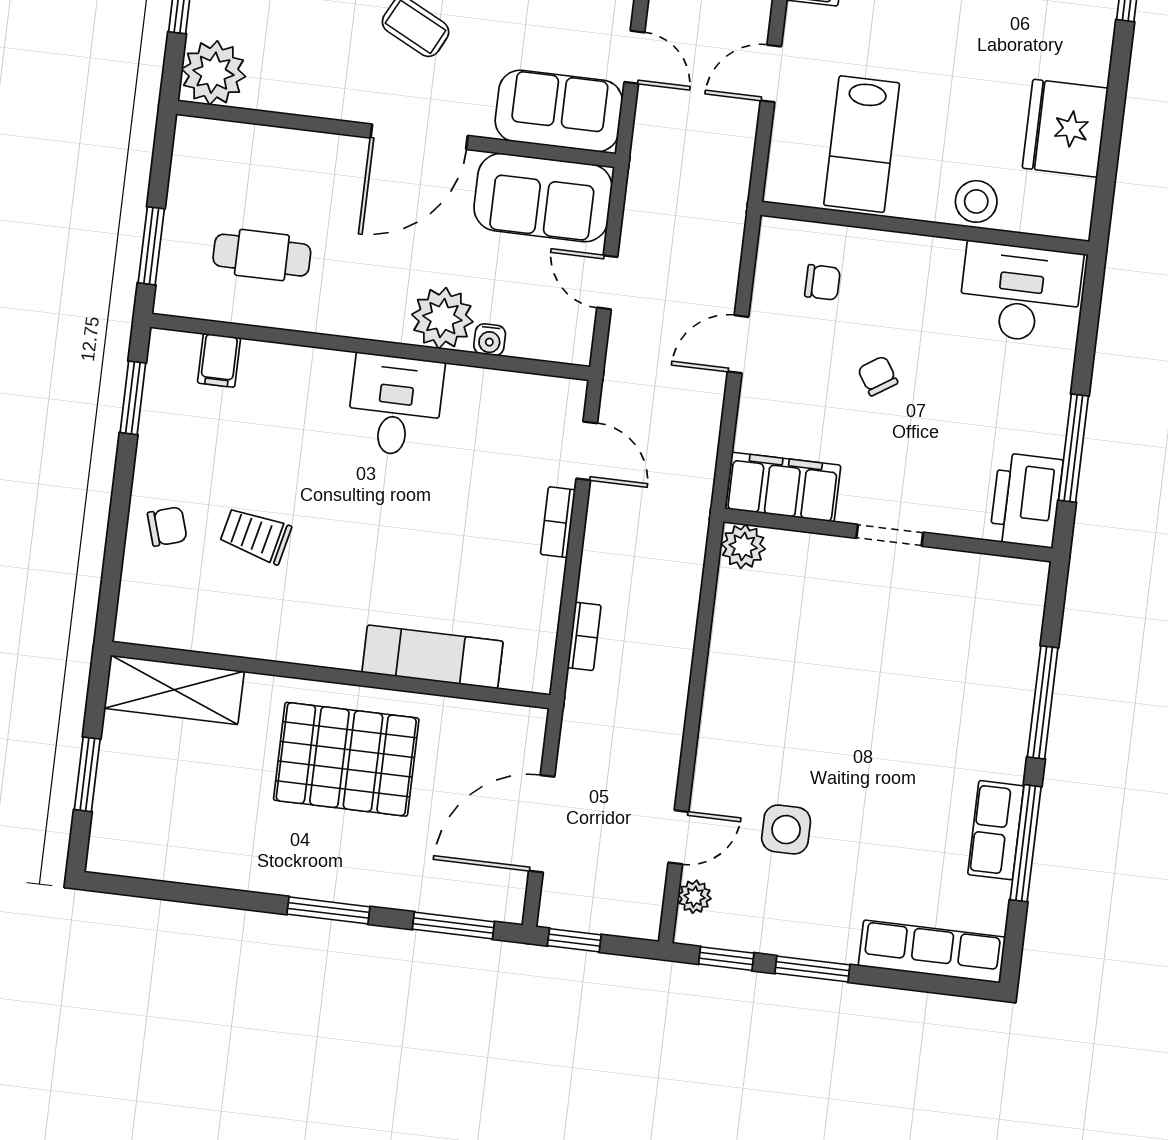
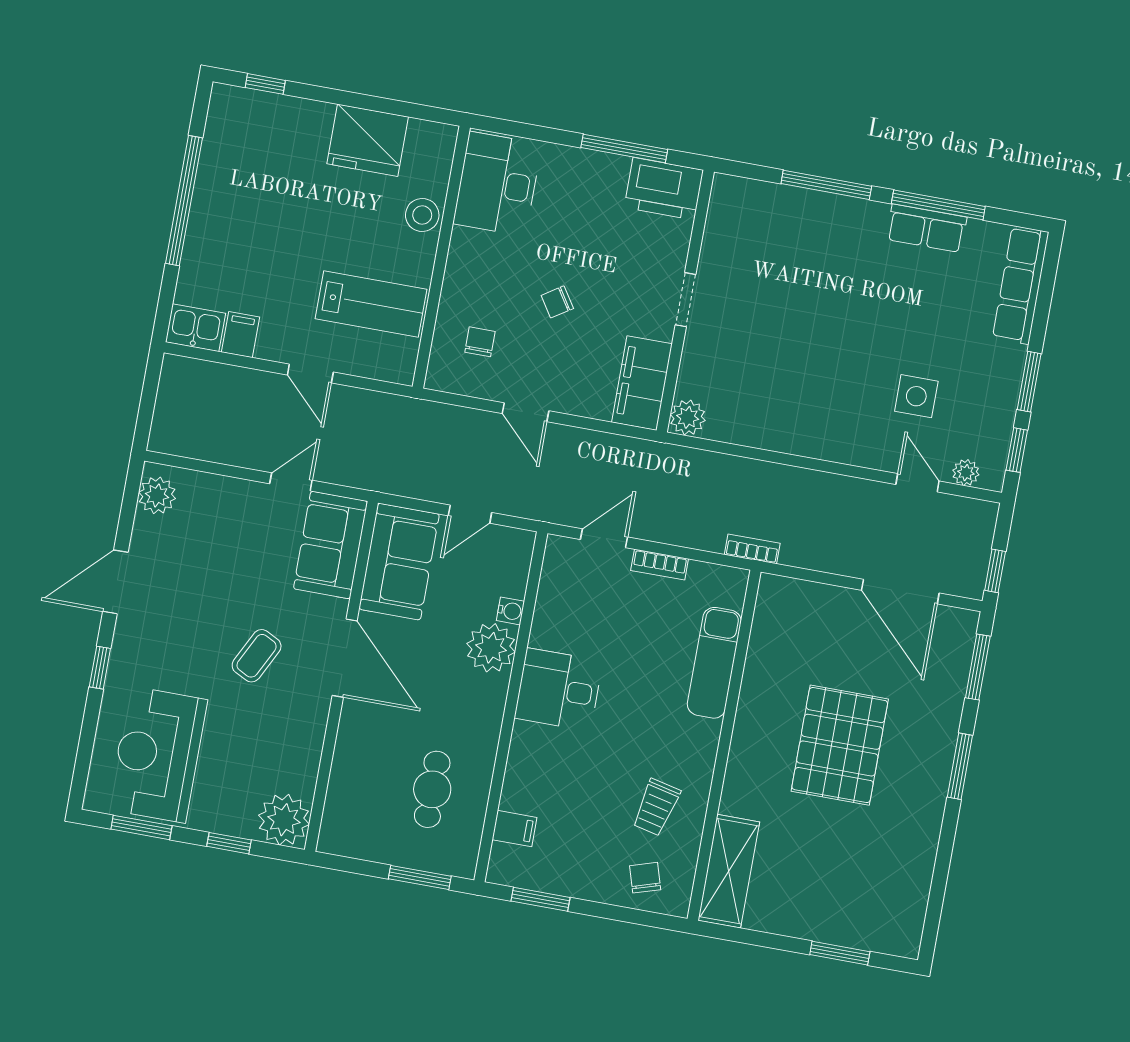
exam couch: (432, 657) -> (714, 663), moved
wall: (331, 675) -> (724, 745), moved
shelving: (174, 690) -> (729, 871), moved

